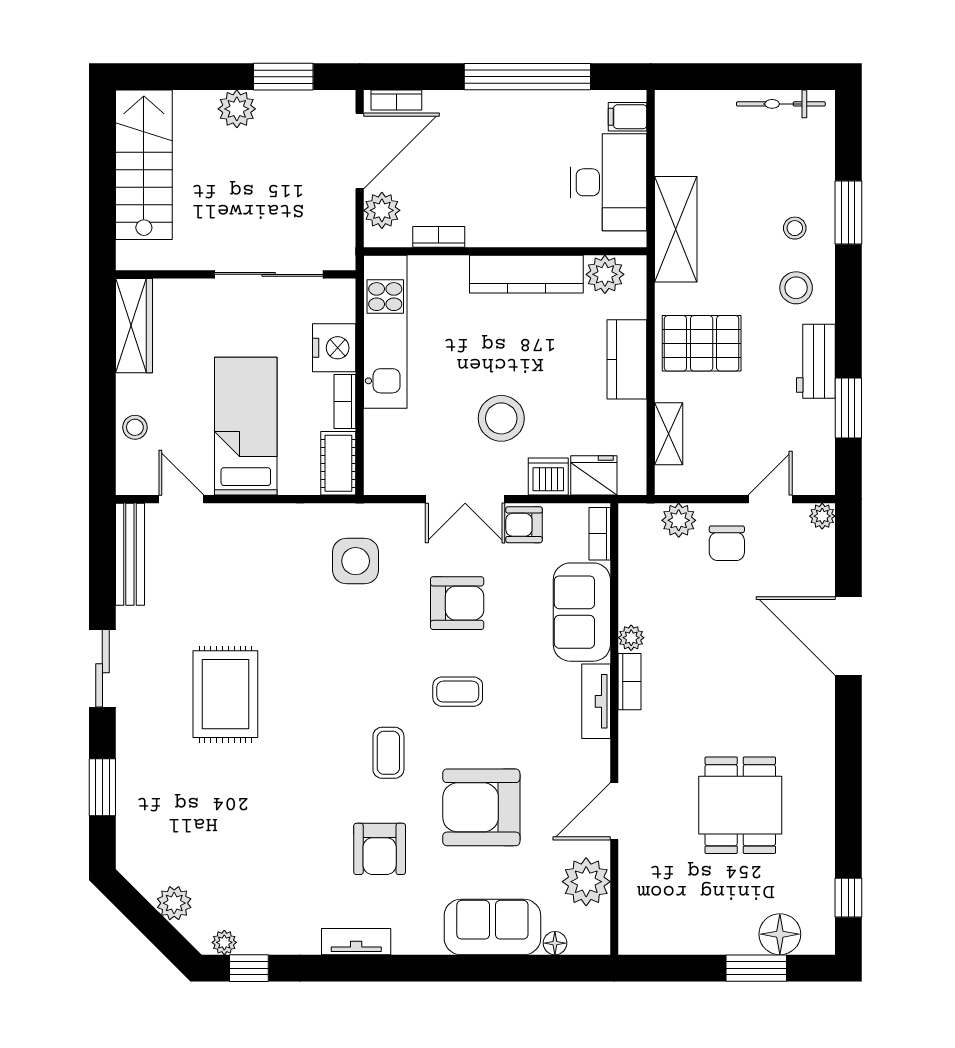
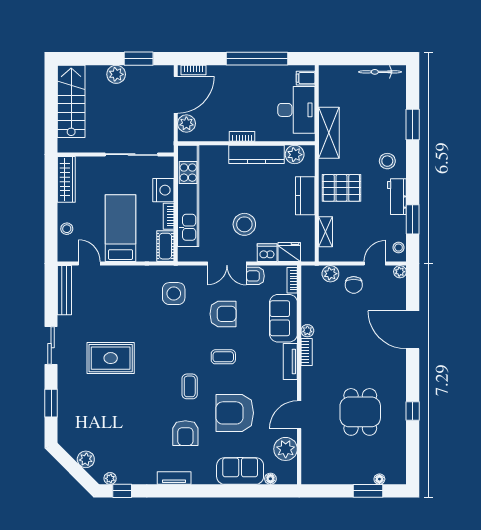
stool: (795, 228) -> (399, 248), moved
bookcase: (439, 237) -> (242, 136), moved
kitchen unit: (385, 332) -> (188, 196), width x1.36
rug: (225, 694) -> (111, 358), turned 90
window: (848, 898) -> (413, 411), moved
floor lamp: (780, 934) -> (379, 479), width x0.53, depth x0.53

